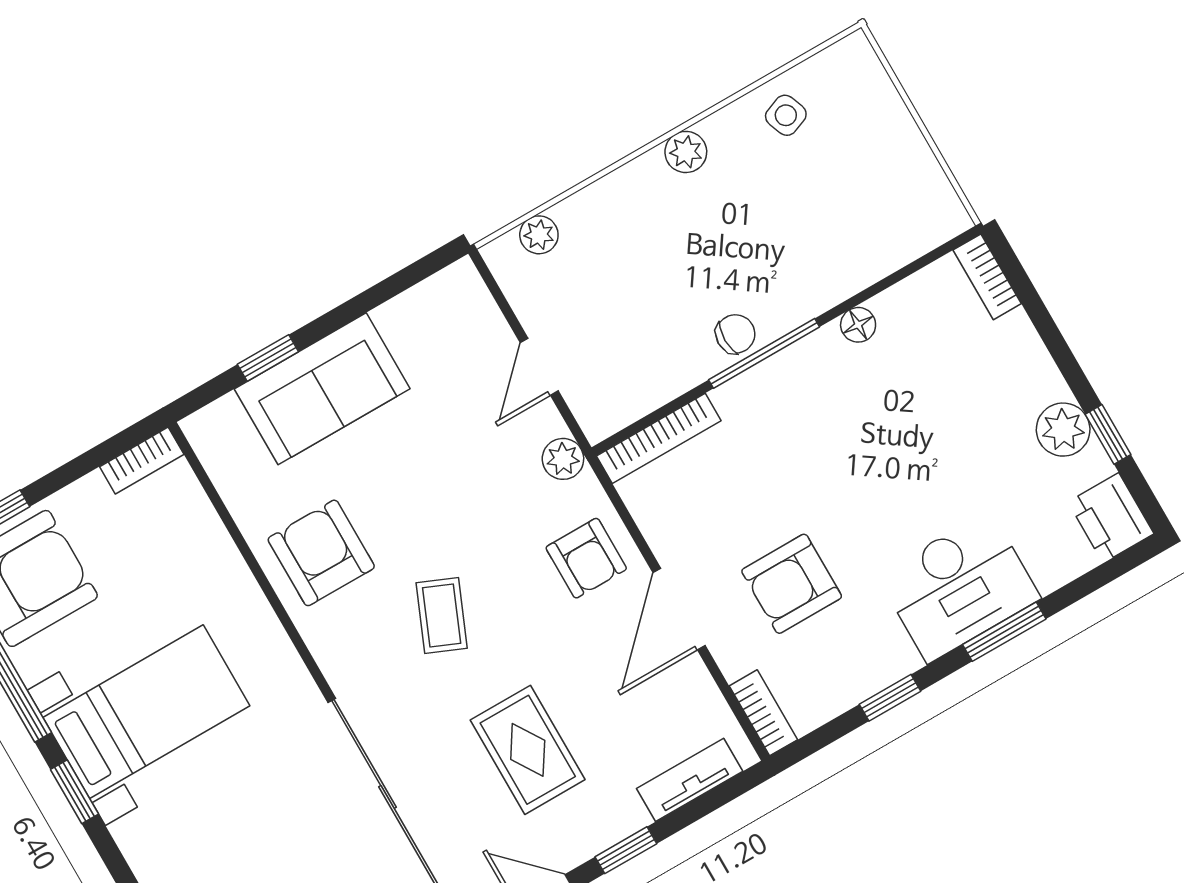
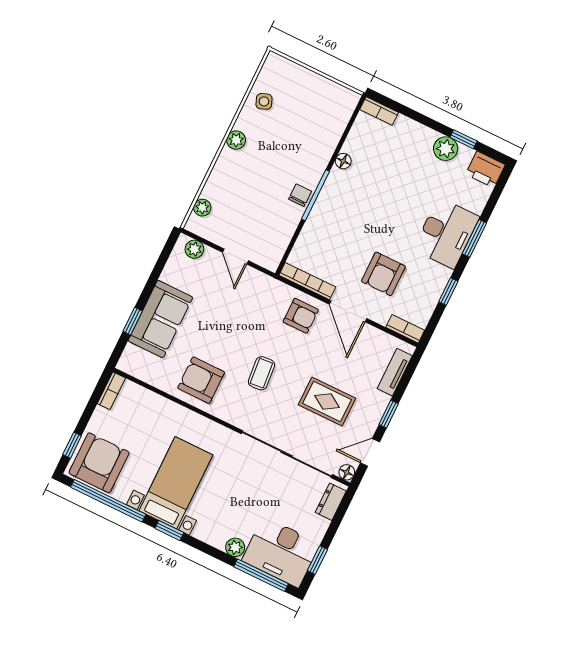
bookcase: (659, 438) -> (307, 281), moved, turned -90
plant: (563, 459) -> (194, 249), moved
coffee table: (442, 616) -> (261, 373), turned 62

